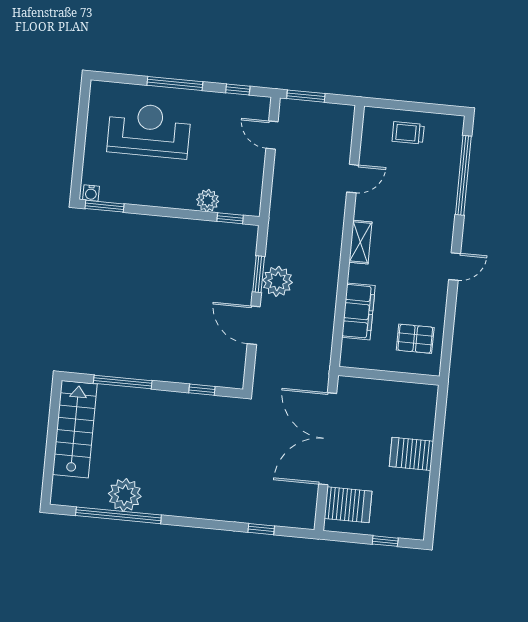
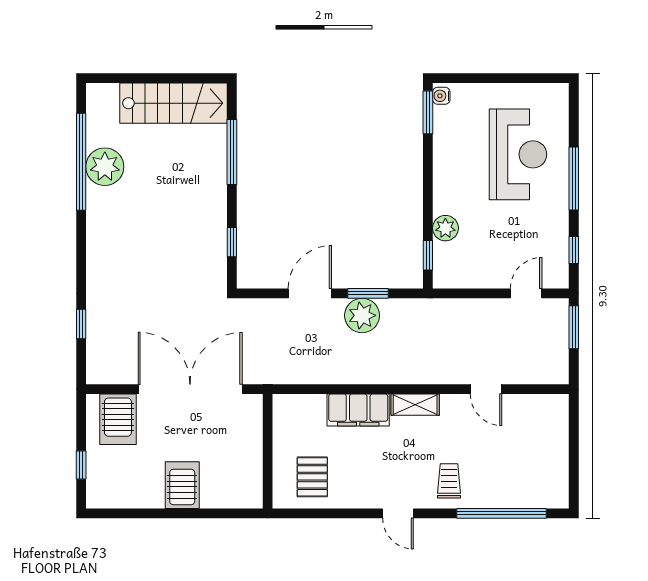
trolley: (408, 133) -> (449, 481), moved
filing cabinet: (358, 311) -> (358, 410), moved

